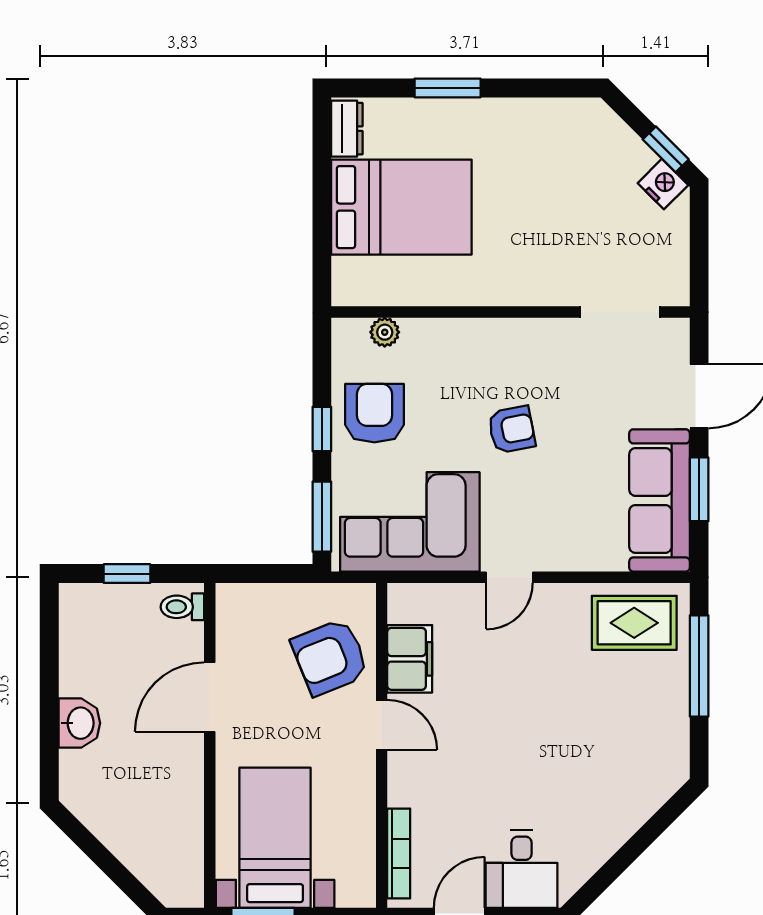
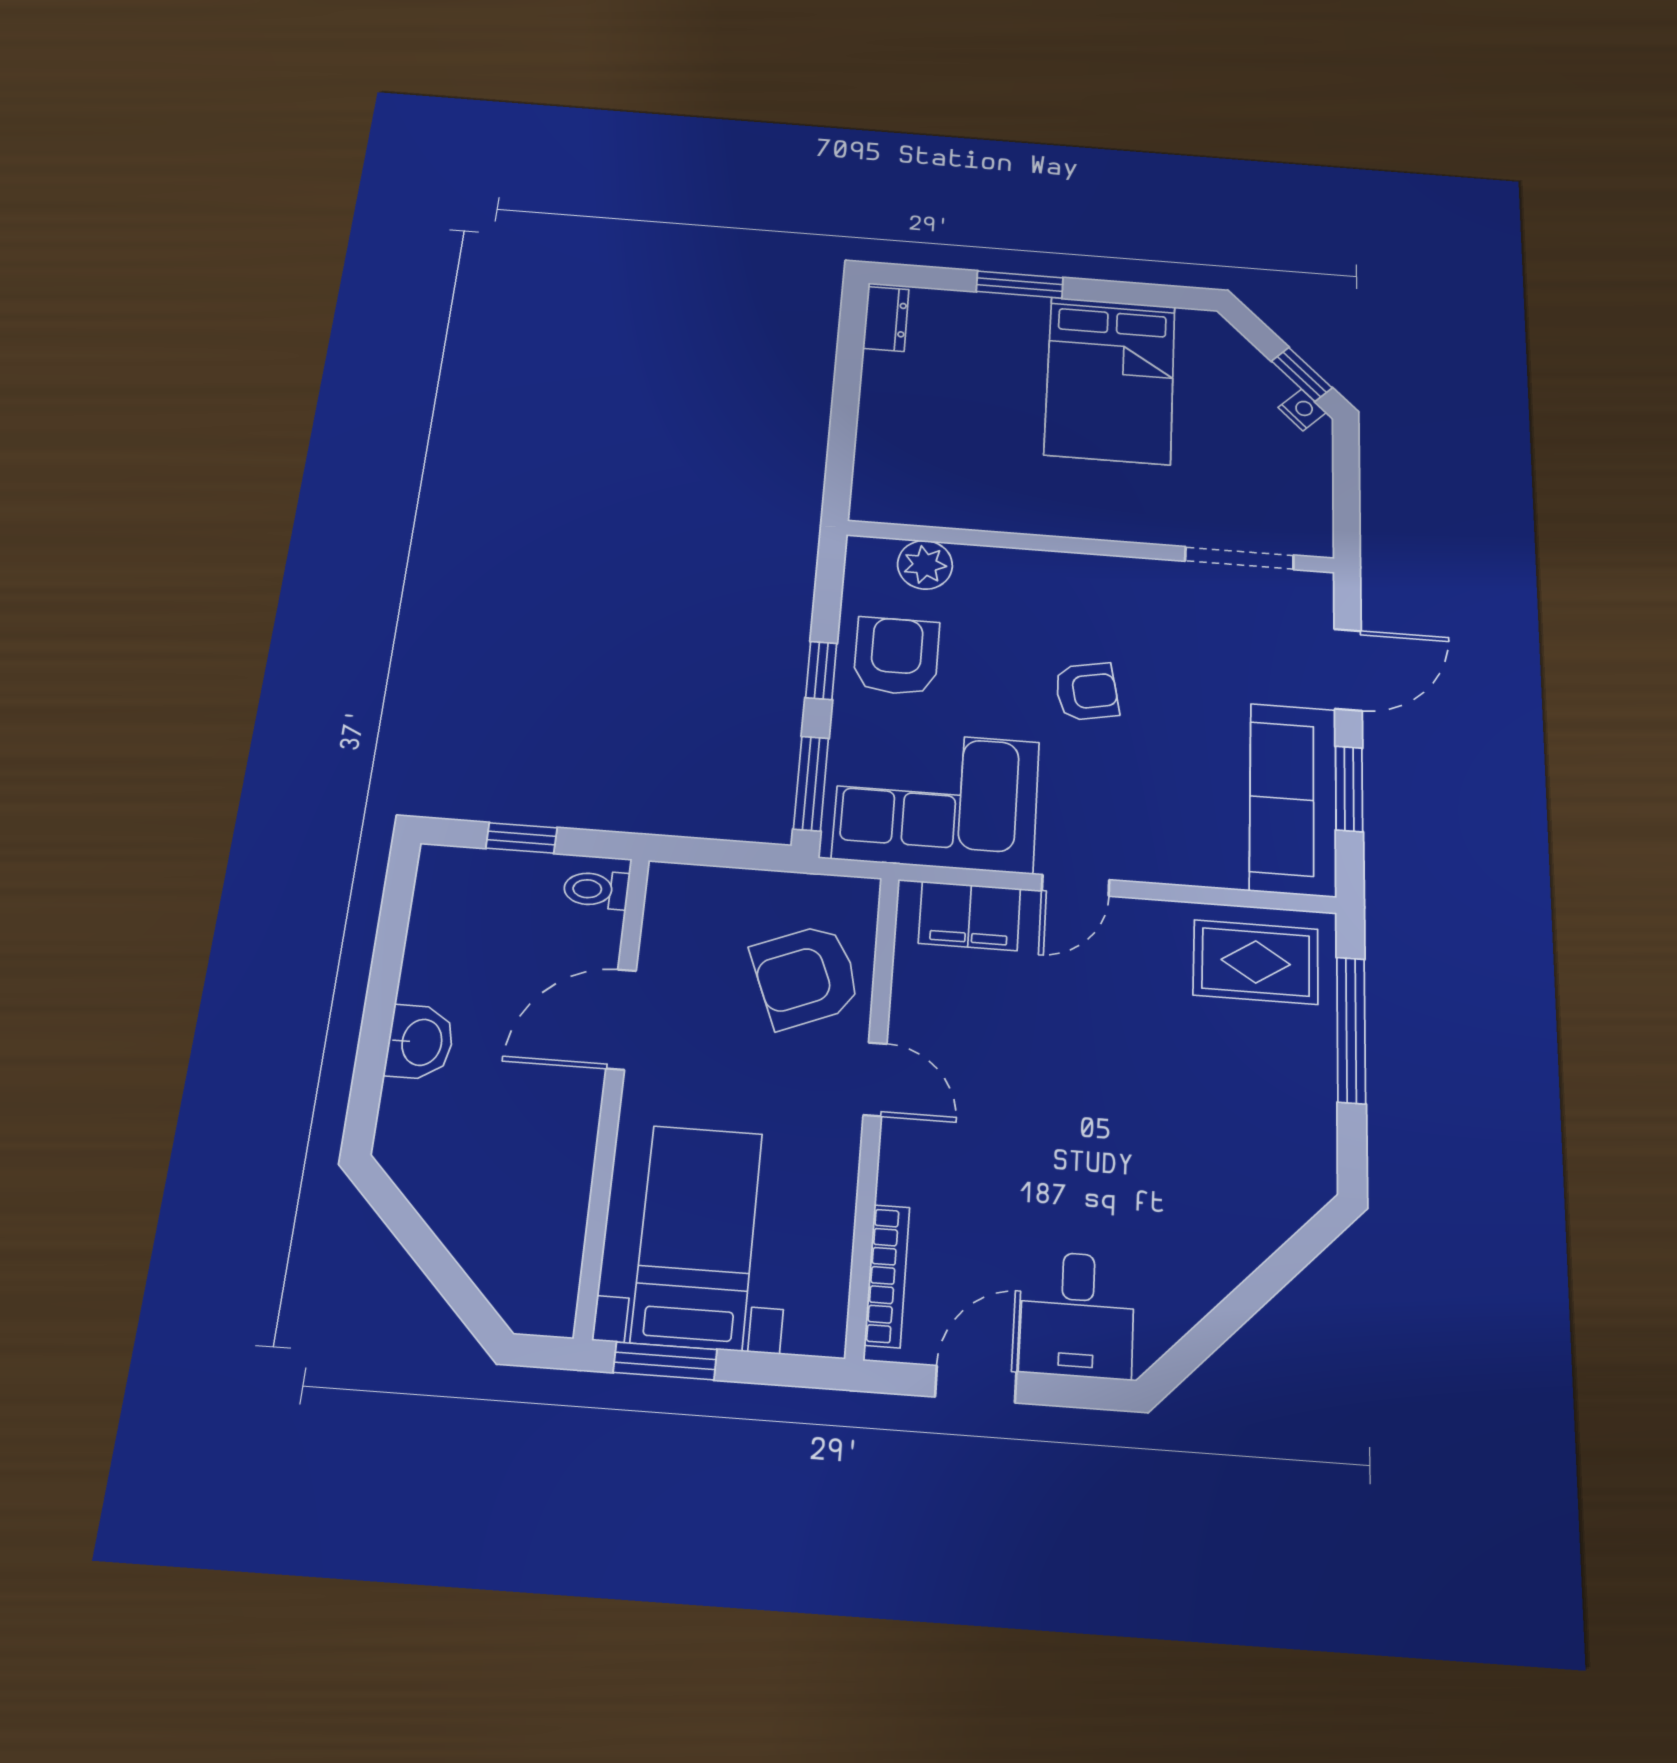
nightstand: (663, 184) -> (1302, 410), width x0.72, depth x0.74
bed: (401, 207) -> (1110, 380), moved, turned 90
plant: (385, 332) -> (925, 565), width x1.38, depth x1.38
filing cabinet: (410, 659) -> (970, 916), moved, turned 90

